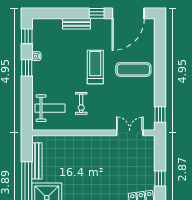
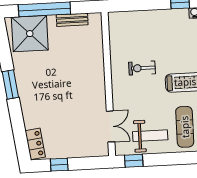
weight bench: (50, 108) -> (150, 136), moved, turned -90
bench: (37, 161) -> (72, 20), width x0.73

